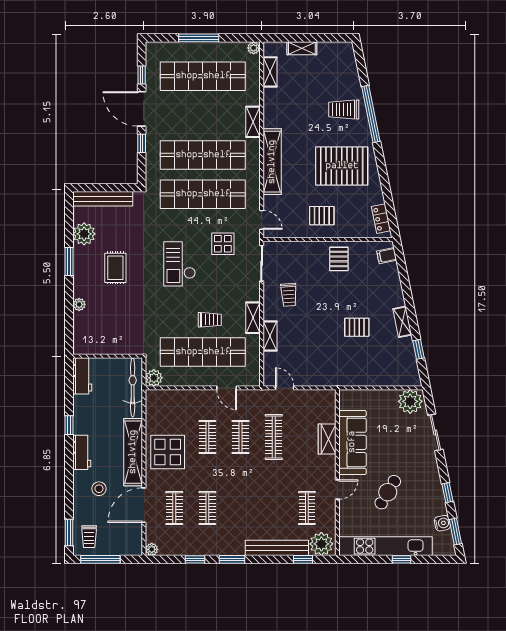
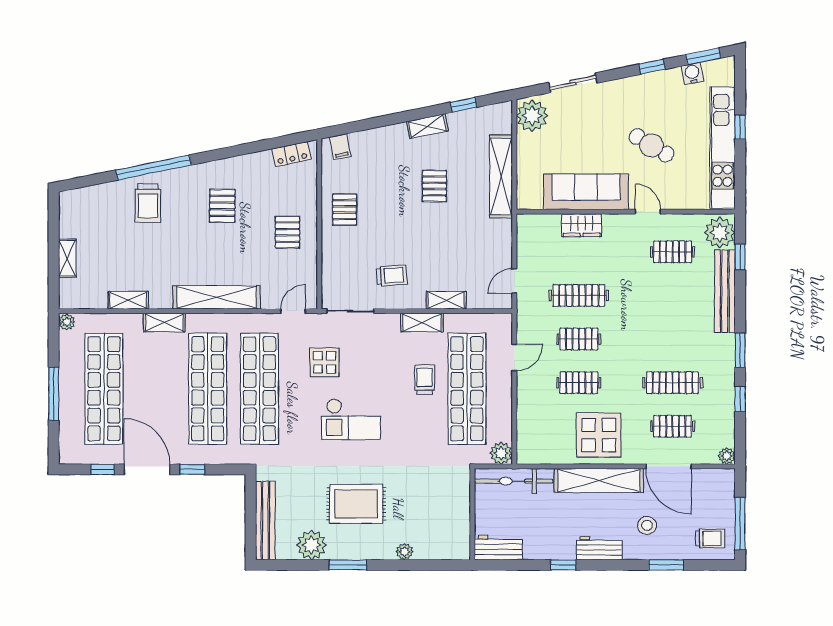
shelving: (270, 72) -> (128, 300), moved
door: (142, 109) -> (147, 469), swing flipped
pallet: (342, 166) -> (222, 206), width x0.49, depth x0.50
pallet: (339, 259) -> (345, 210), turned 90
rug: (115, 268) -> (356, 504), width x1.36, depth x1.43
shelving: (364, 378) -> (501, 176), added
clothes rail: (207, 508) -> (673, 383), width x1.36
window: (69, 532) -> (666, 565), moved

